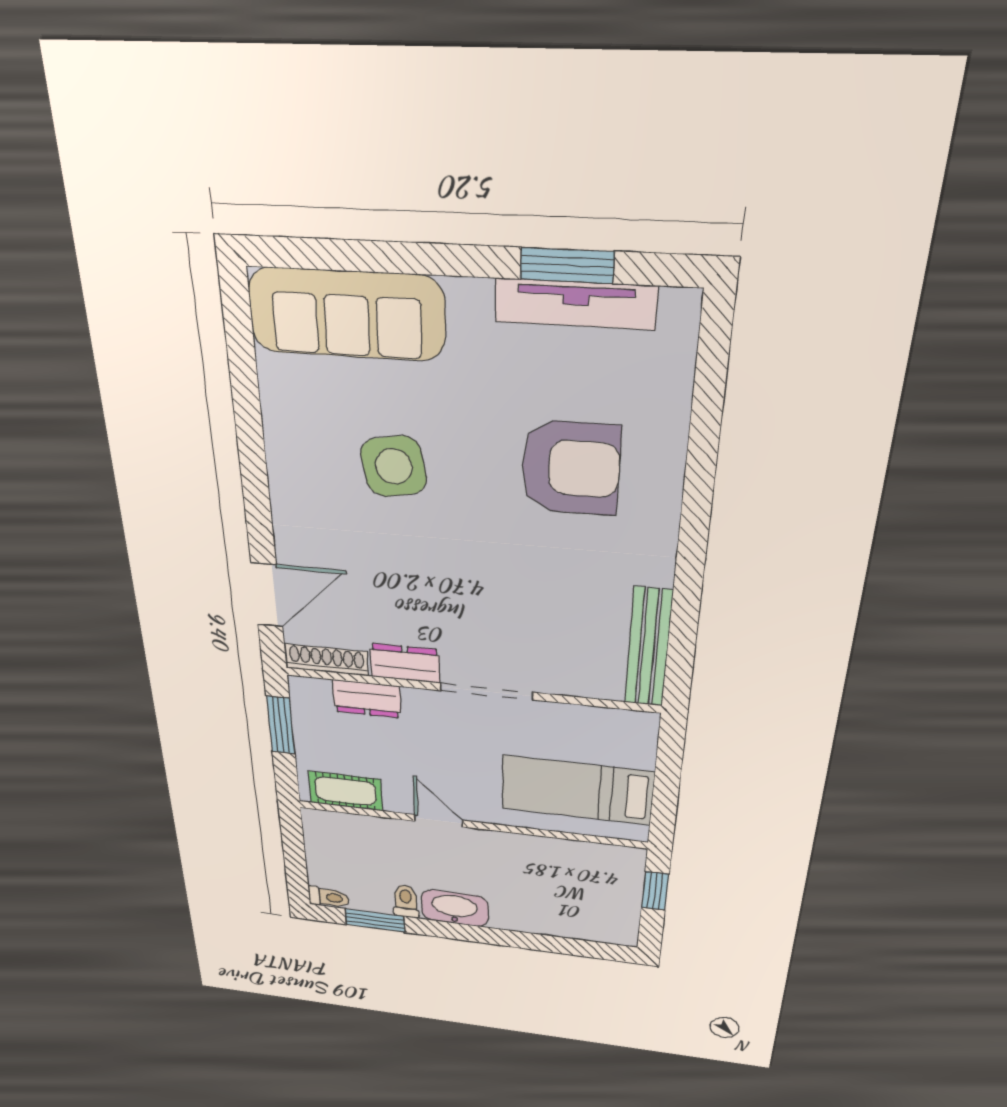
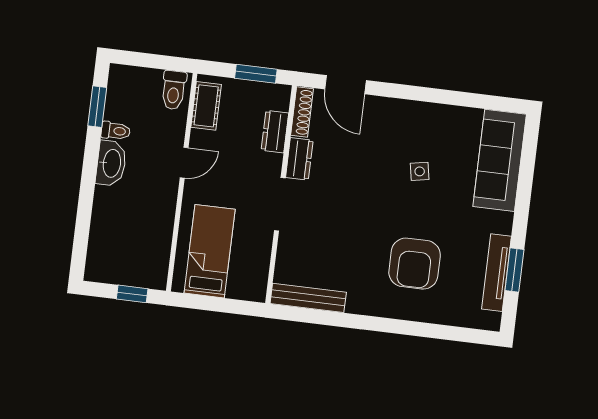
side table: (394, 466) -> (420, 171), width x0.54, depth x0.54
toilet: (329, 897) -> (174, 90), moved, width x1.37, depth x1.39

